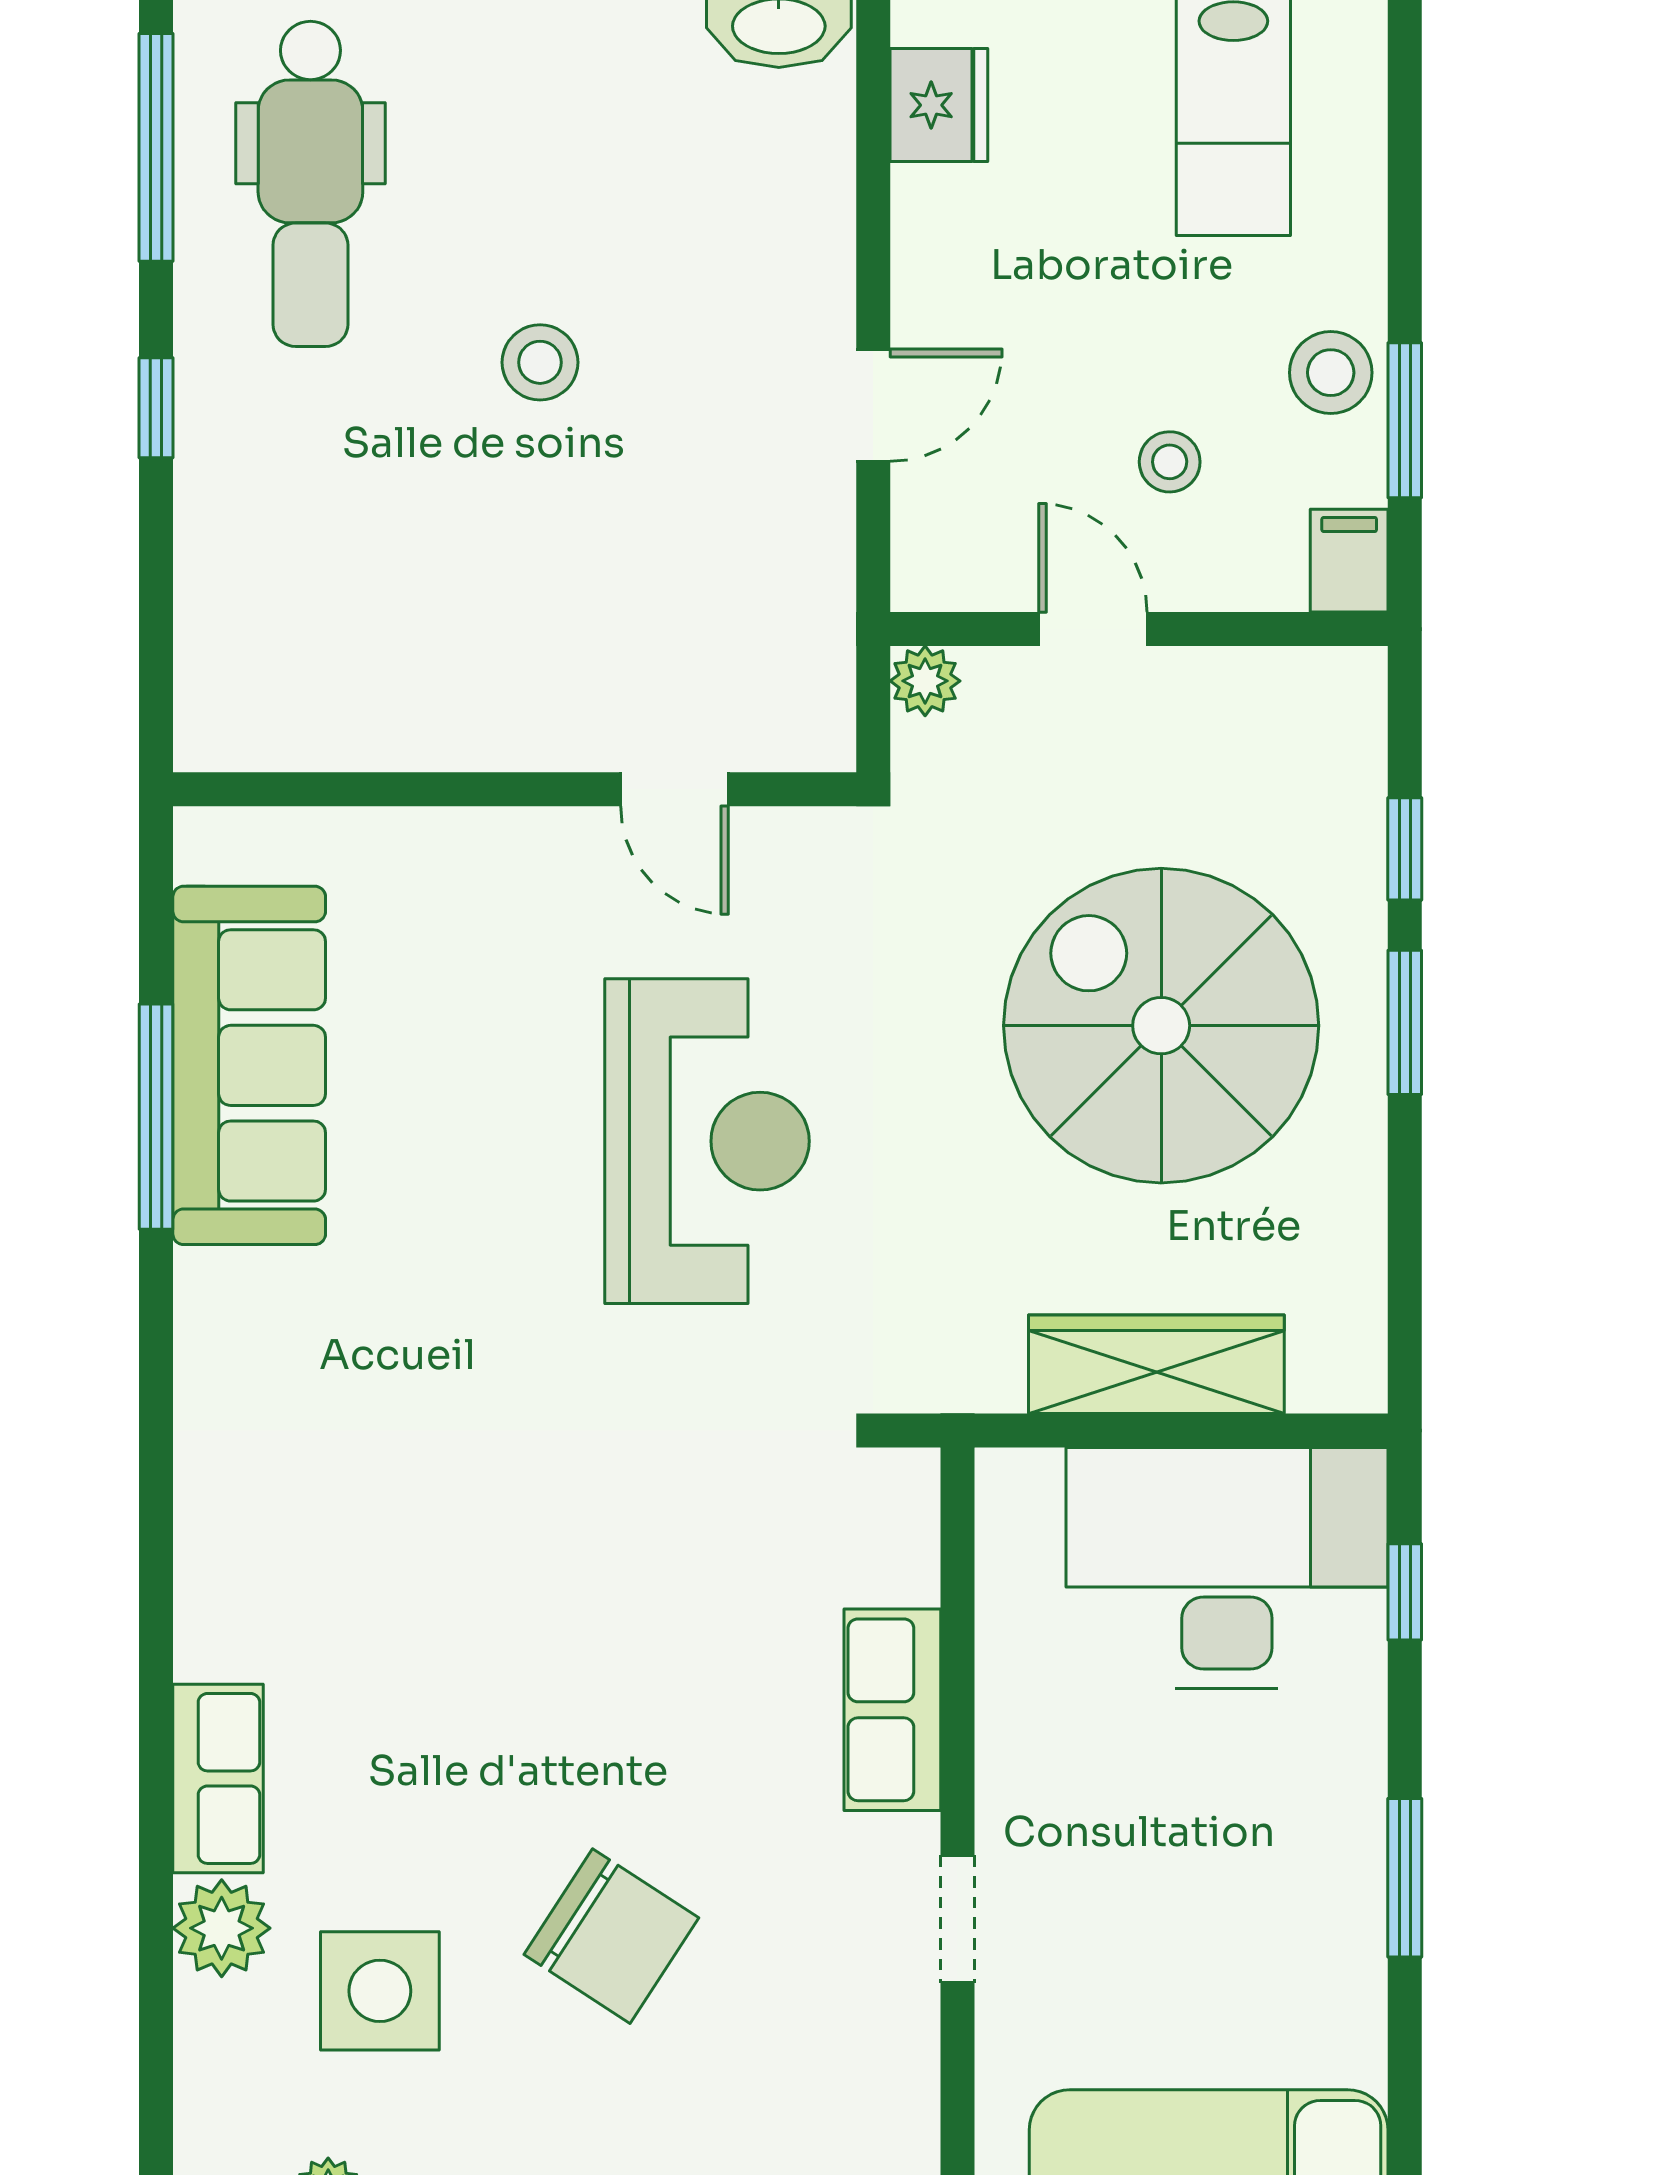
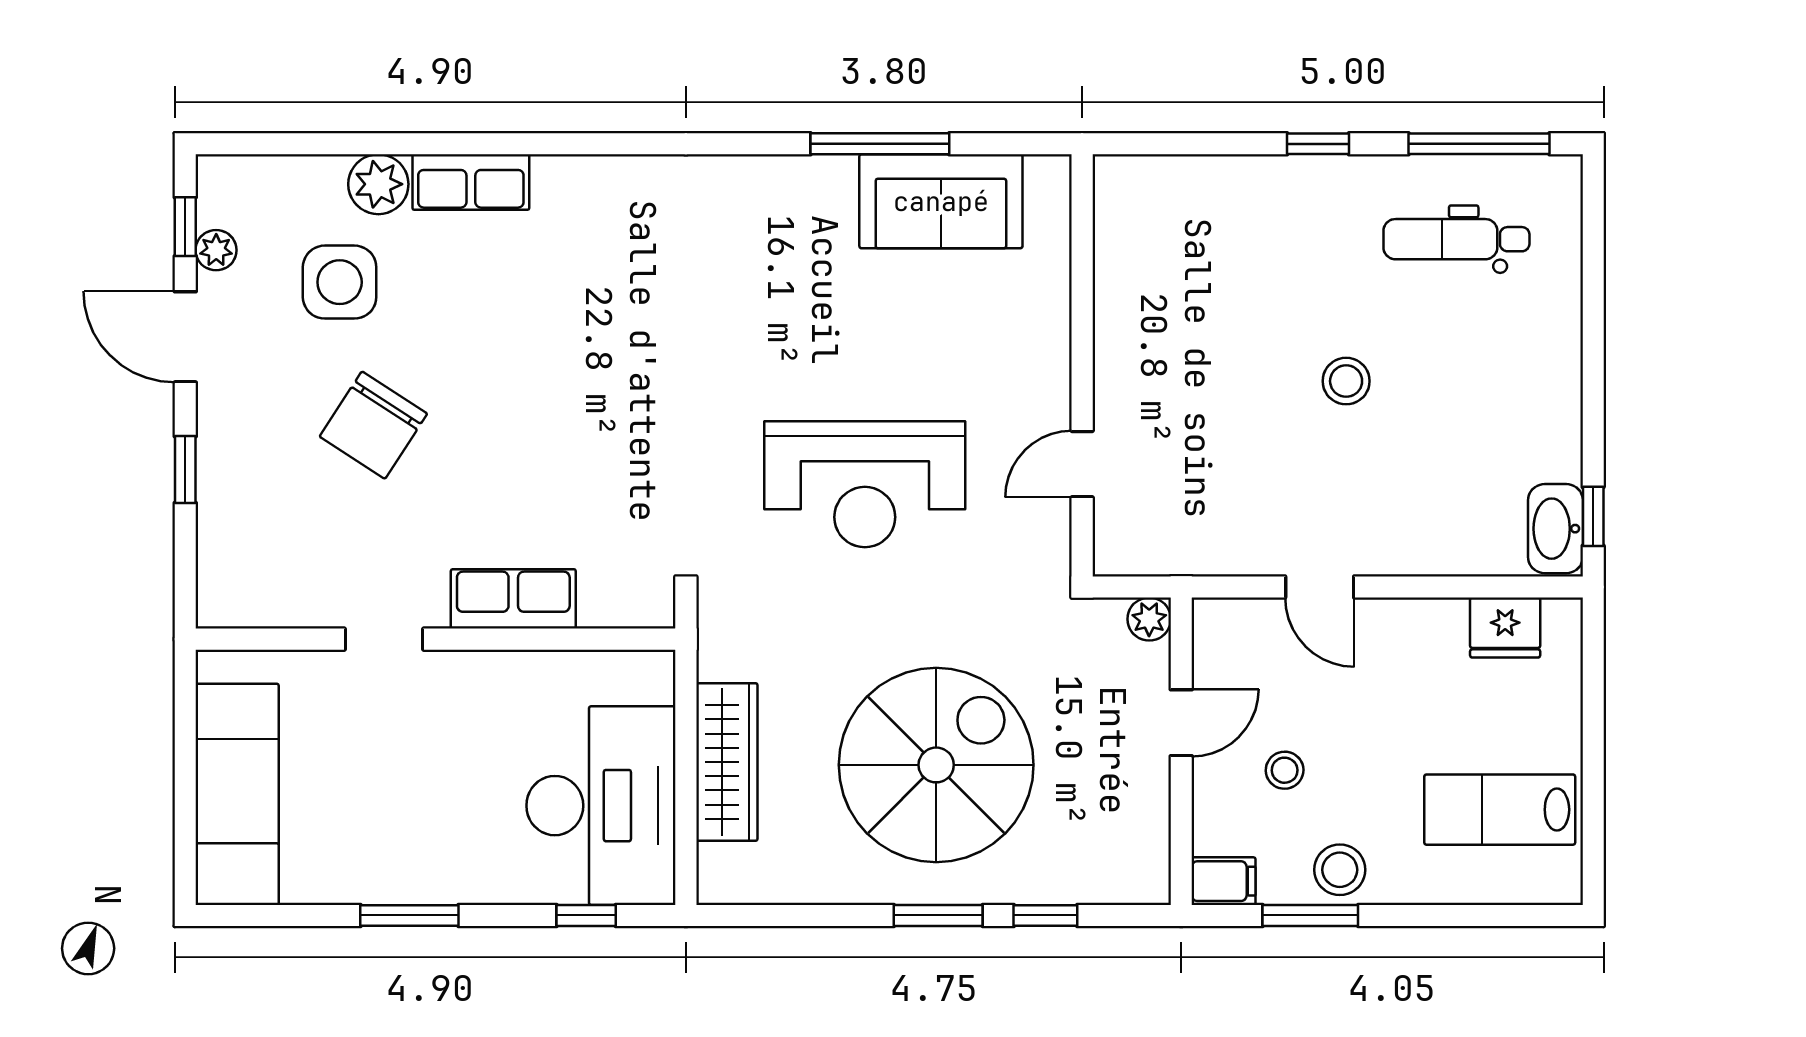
dental chair: (310, 184) -> (1456, 239), width x0.73, depth x0.72
sofa: (249, 1065) -> (941, 201), width x0.73

